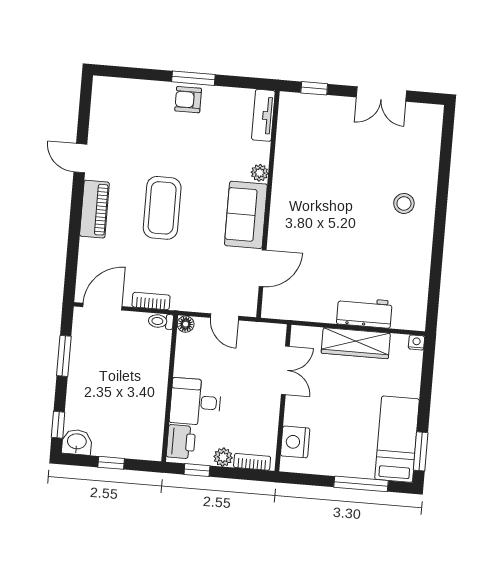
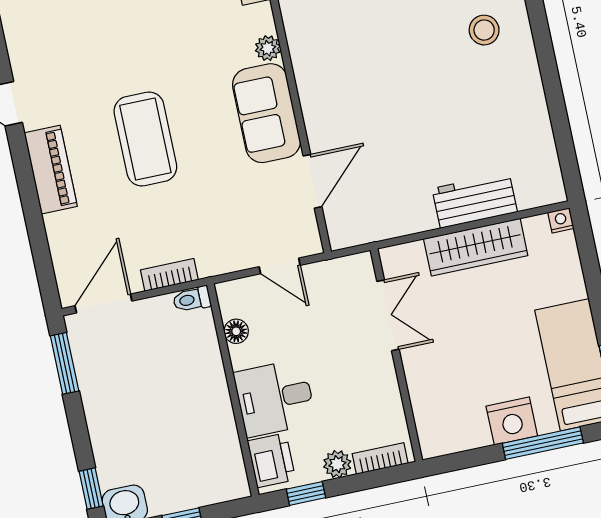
floor lamp: (186, 324) -> (236, 331), moved
window: (64, 356) -> (65, 363), moved
nightstand: (295, 442) -> (512, 421), moved, turned -90

